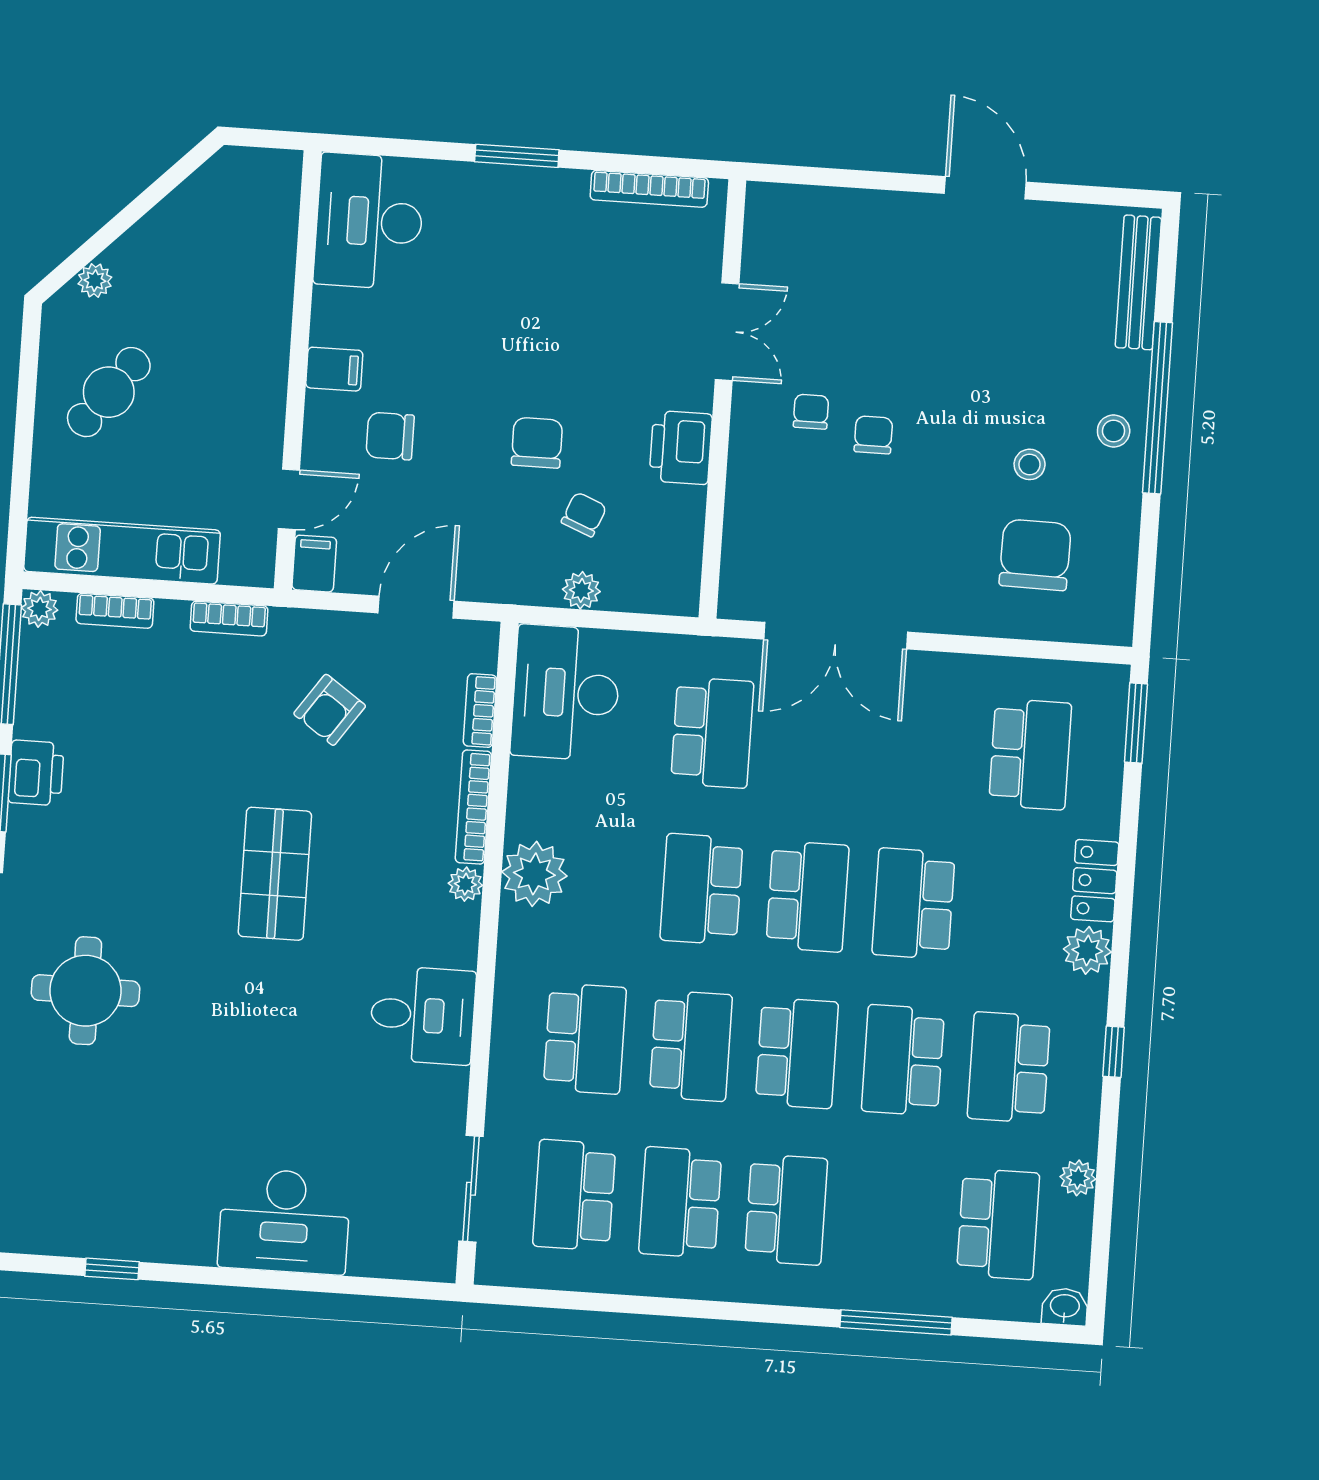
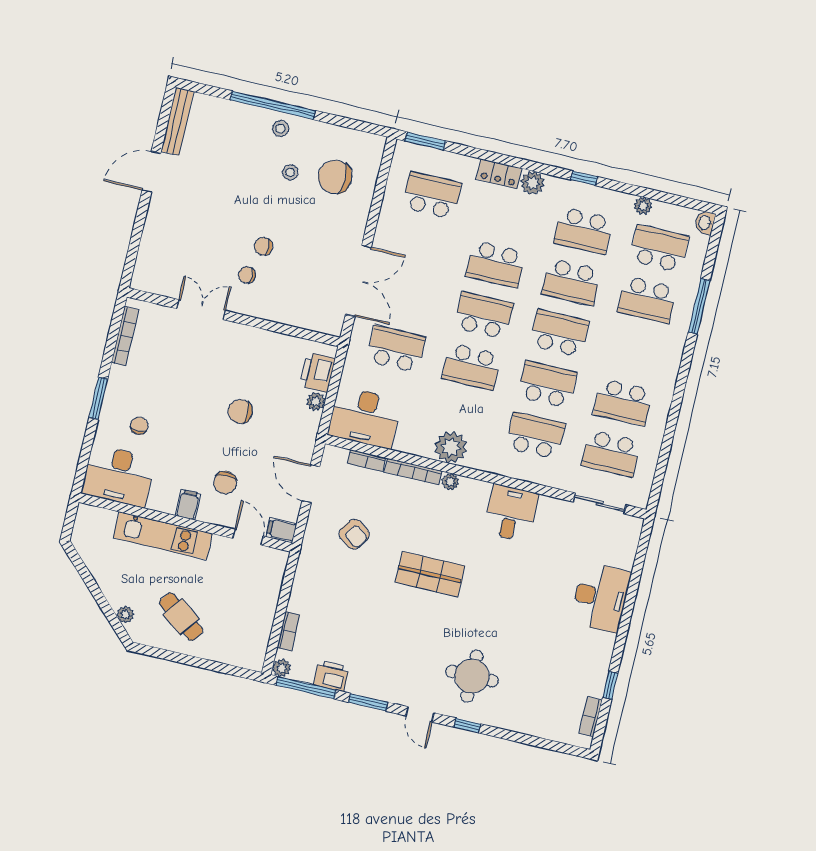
bench: (1138, 282) -> (177, 121), moved, turned 90
printer: (681, 448) -> (317, 372), moved, turned 90
chair: (584, 514) -> (139, 426), moved, turned 68
kitchen unit: (122, 551) -> (163, 536), moved, turned -90
bookcase: (229, 619) -> (590, 717), moved, turned 180
printer: (36, 773) -> (331, 676), moved
school desk: (786, 1210) -> (647, 300), moved, turned 180

